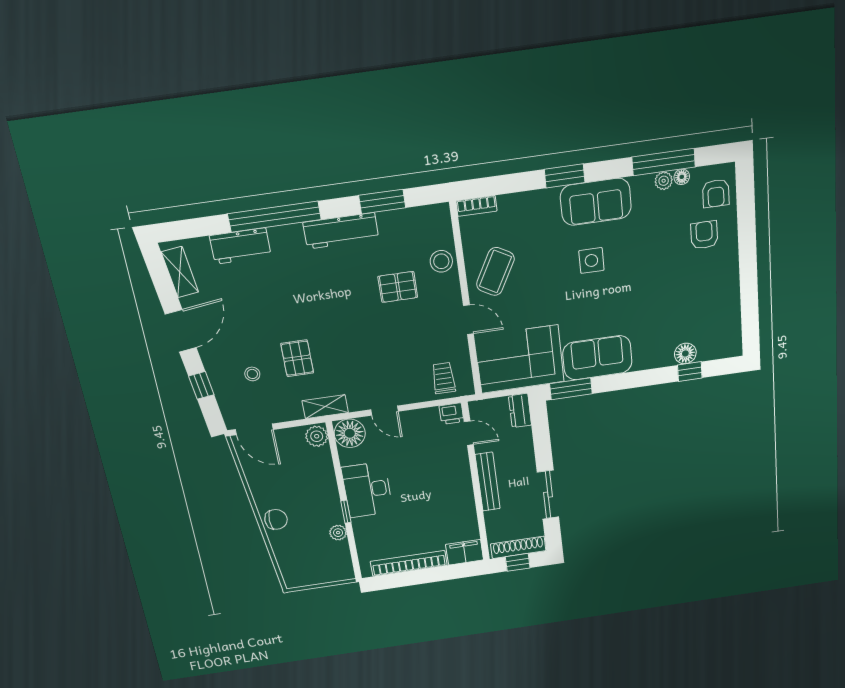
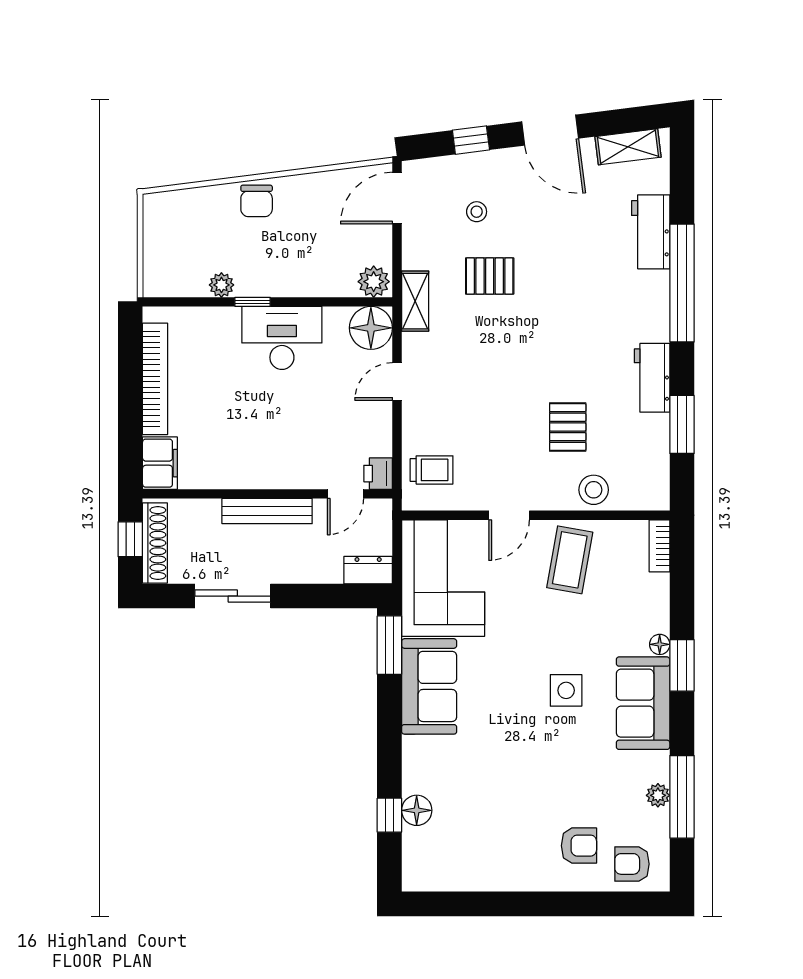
floor lamp: (682, 177) -> (660, 644), moved
workbench: (341, 231) -> (652, 378), width x0.73
coffee table: (495, 271) -> (570, 560), turned 71

